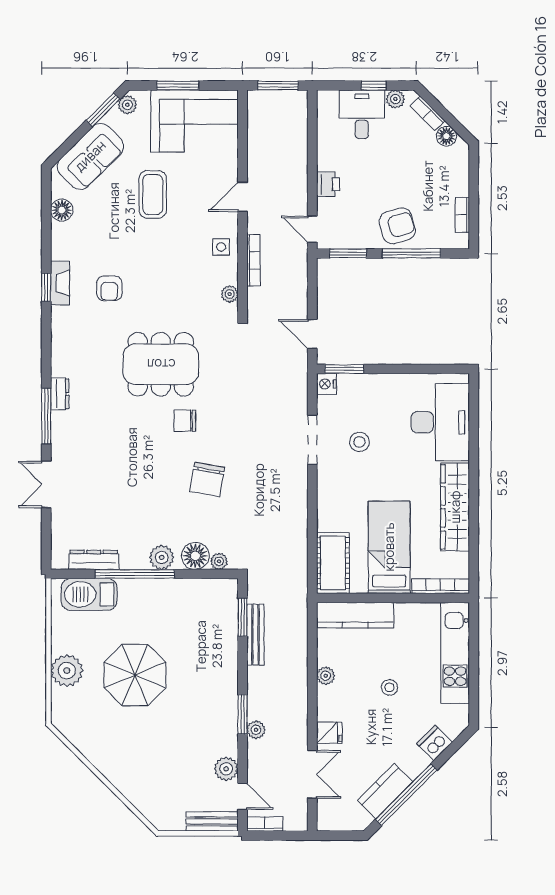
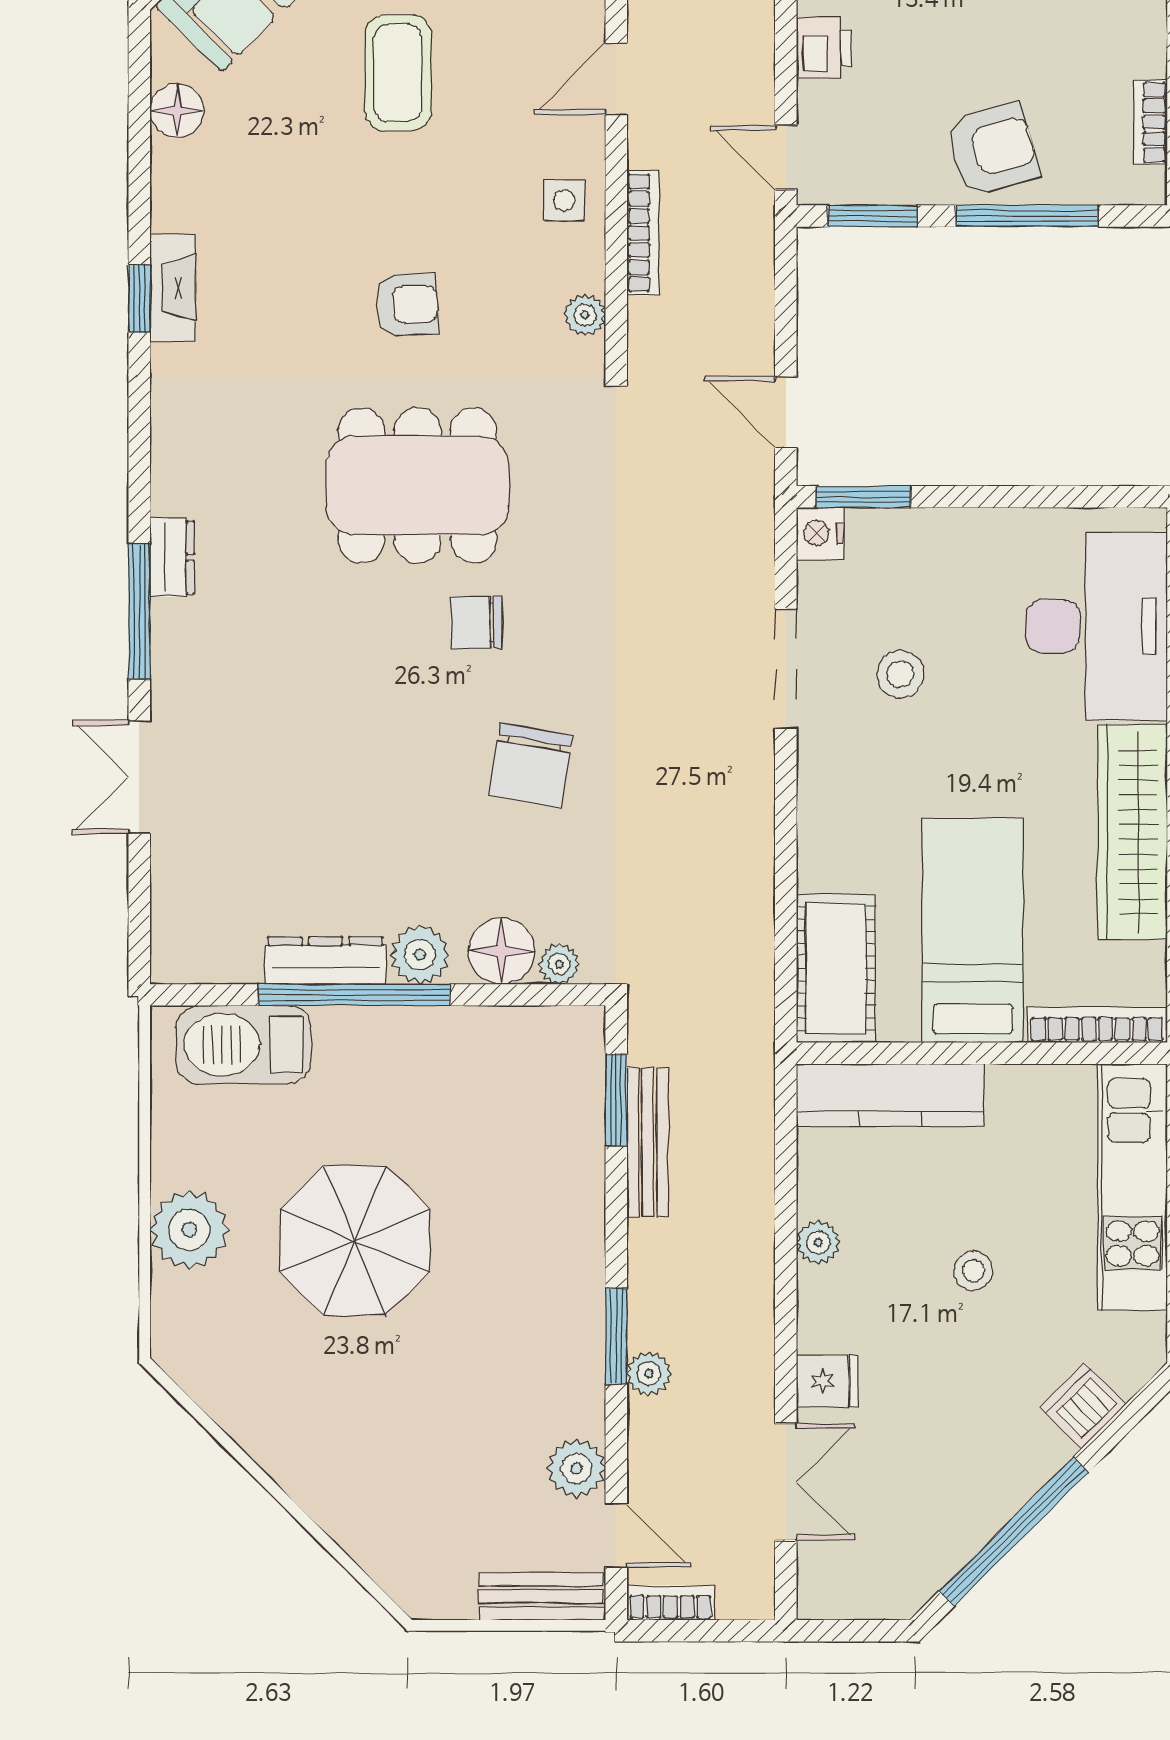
armchair: (109, 288) -> (406, 304), moved, turned -93
dresser: (94, 560) -> (325, 961), moved
kitchen counter: (385, 791) -> (962, 1523), removed

